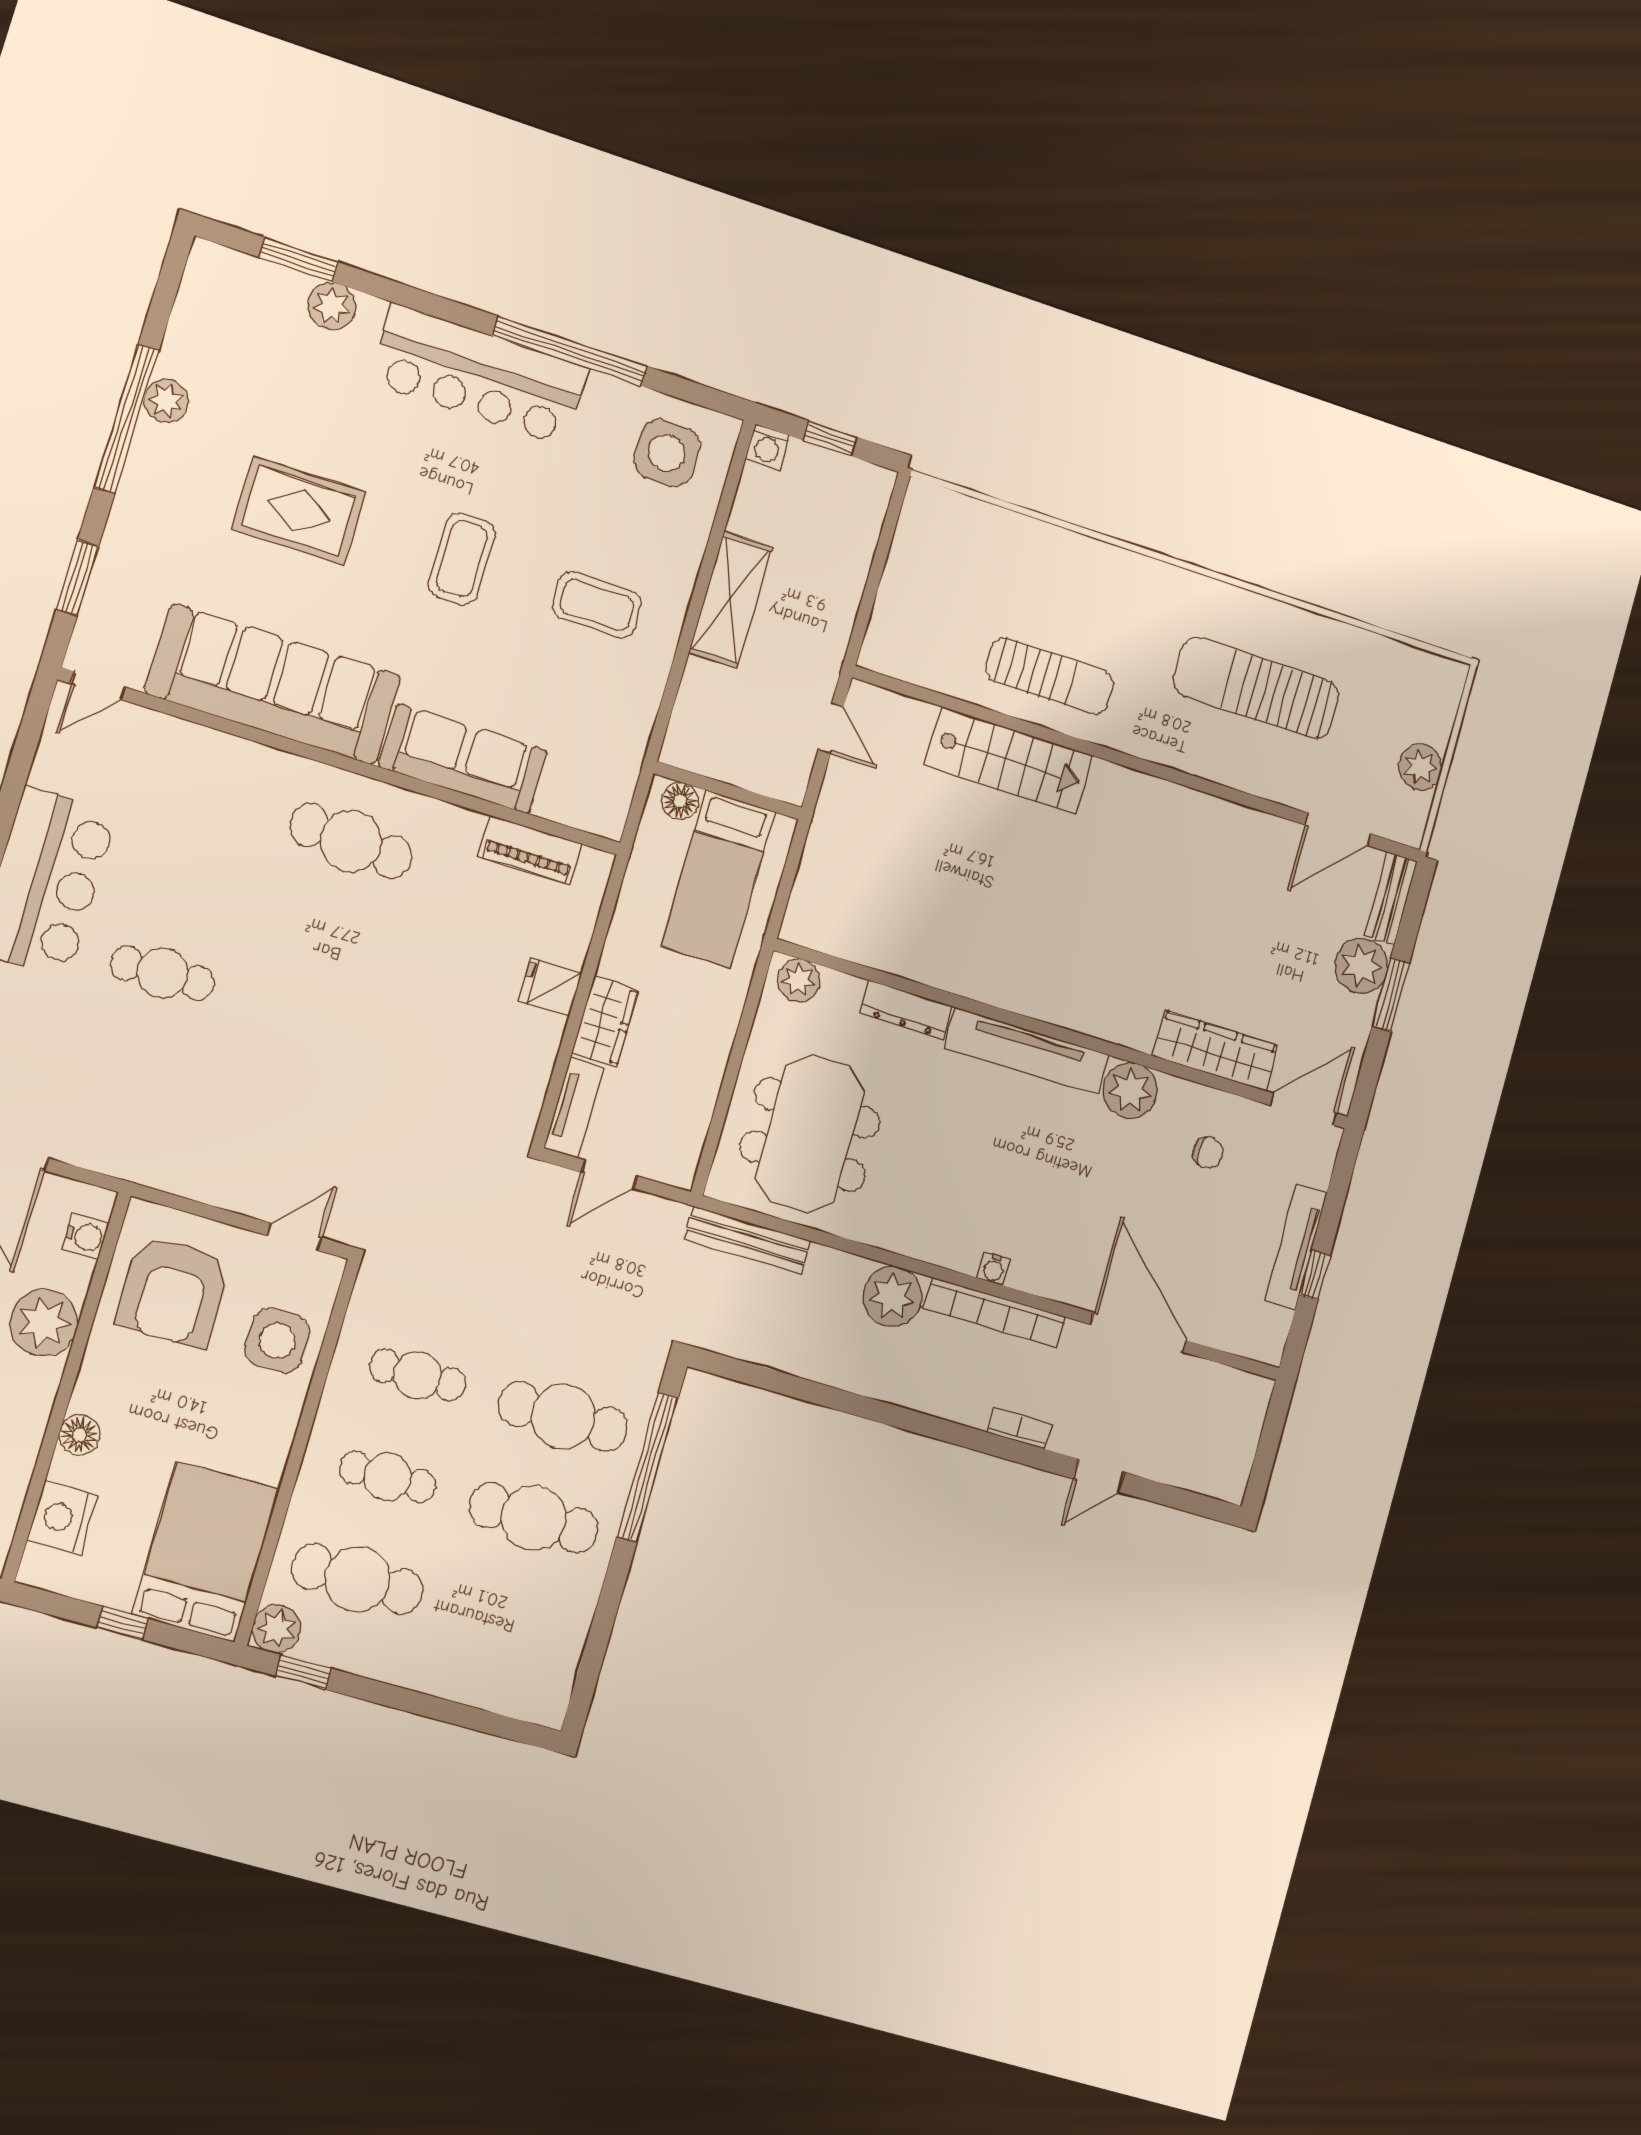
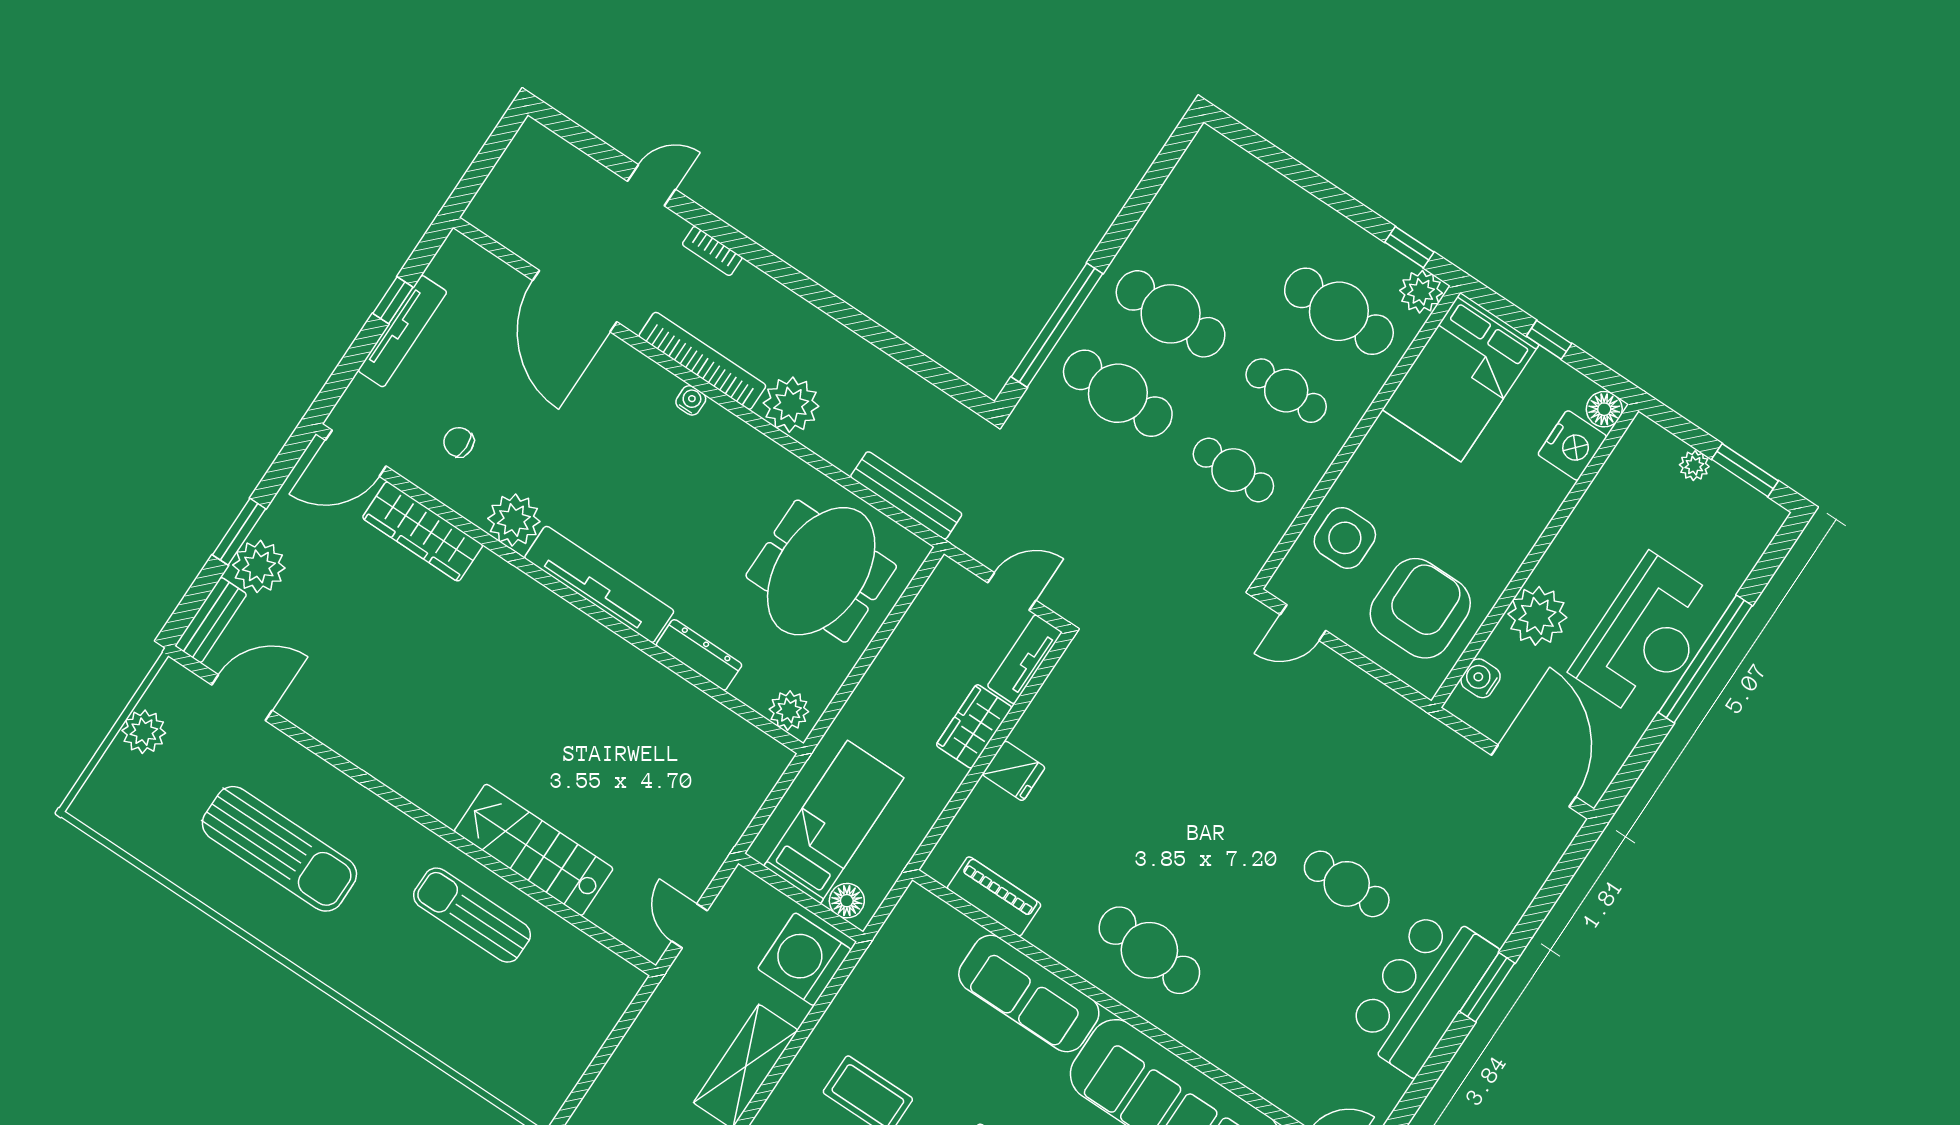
washing machine: (705, 728) -> (804, 959), added
floor lamp: (80, 1435) -> (1604, 409), moved

